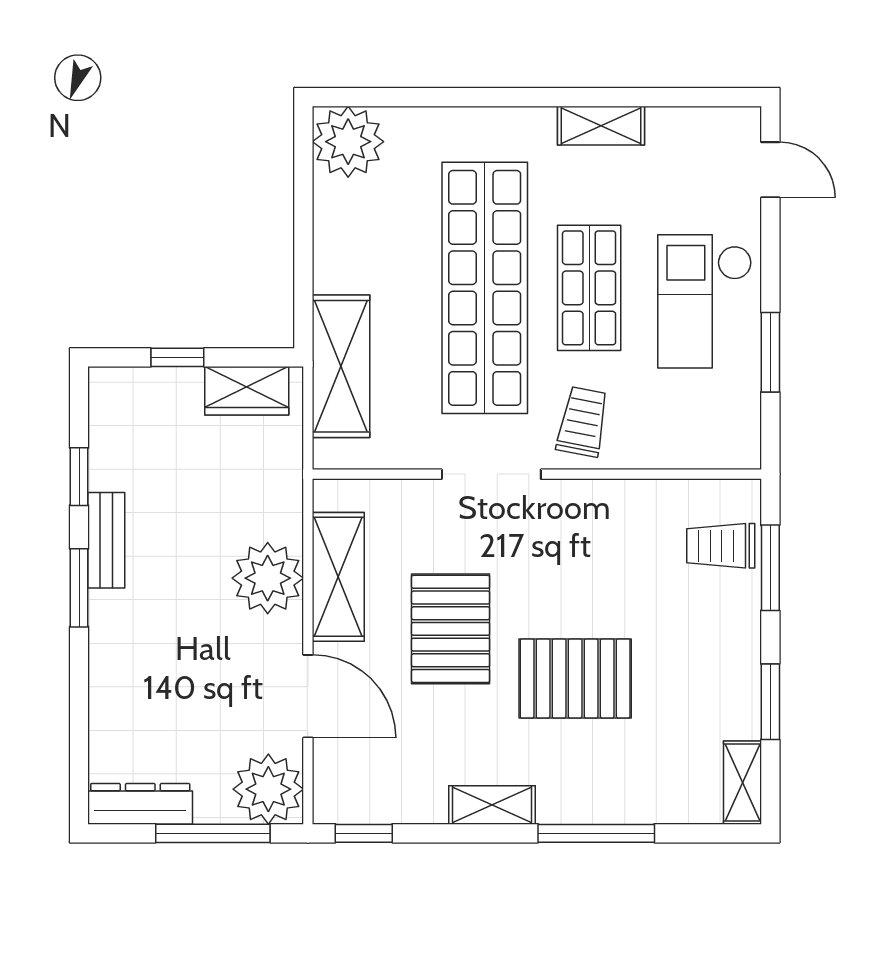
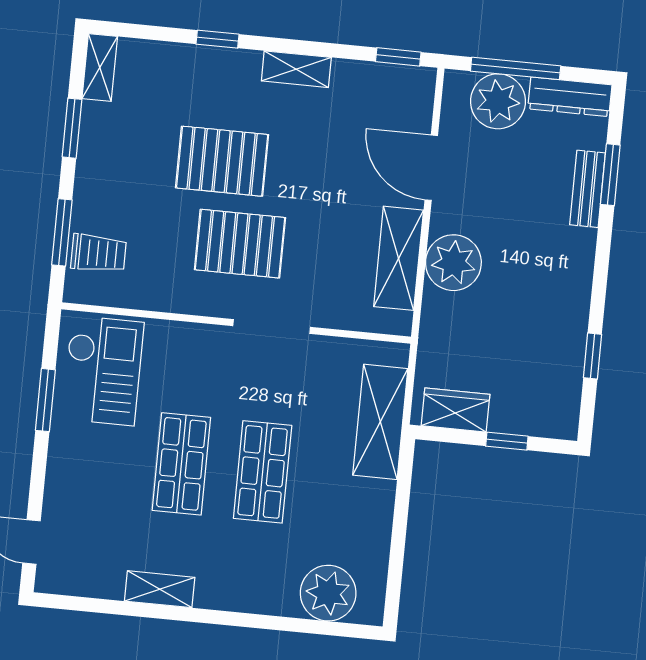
plant: (348, 142) -> (328, 593), moved
shop shelf: (485, 288) -> (263, 472), width x0.50, depth x0.74
checkout: (705, 301) -> (103, 371), moved
trolley: (583, 422) -> (197, 360), removed
bench: (106, 540) -> (587, 189), moved
window: (79, 588) -> (610, 175), moved
pallet: (451, 629) -> (240, 244), moved, turned 90
plant: (268, 789) -> (498, 101), moved
window: (596, 833) -> (217, 39), width x0.46

